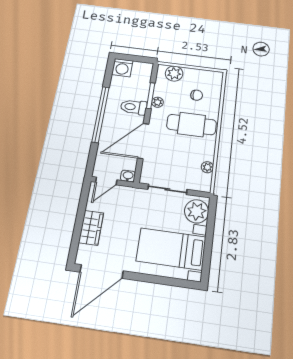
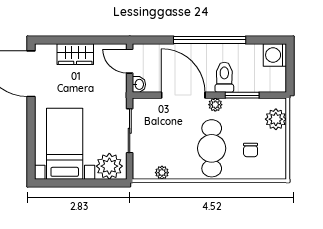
plant: (158, 102) -> (215, 105), moved

